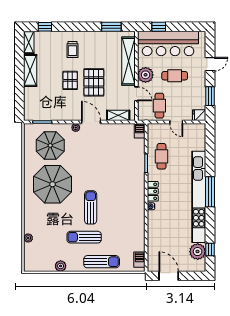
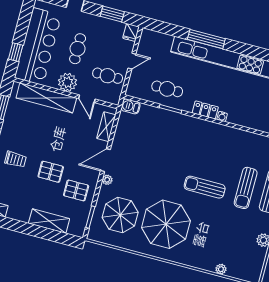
shelving: (30, 70) -> (49, 221), moved
pallet: (94, 82) -> (76, 190), moved, width x0.67, depth x0.71
door: (136, 94) -> (87, 99), swing flipped
window: (210, 192) -> (206, 39), moved
sun lounger: (84, 237) -> (246, 188), moved

